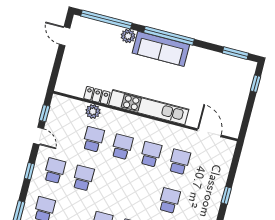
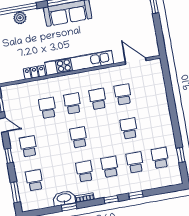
plant: (128, 36) -> (20, 18), moved
plant: (93, 111) -> (37, 86), removed
school desk: (83, 178) -> (79, 137), moved
window: (226, 195) -> (172, 104), removed

